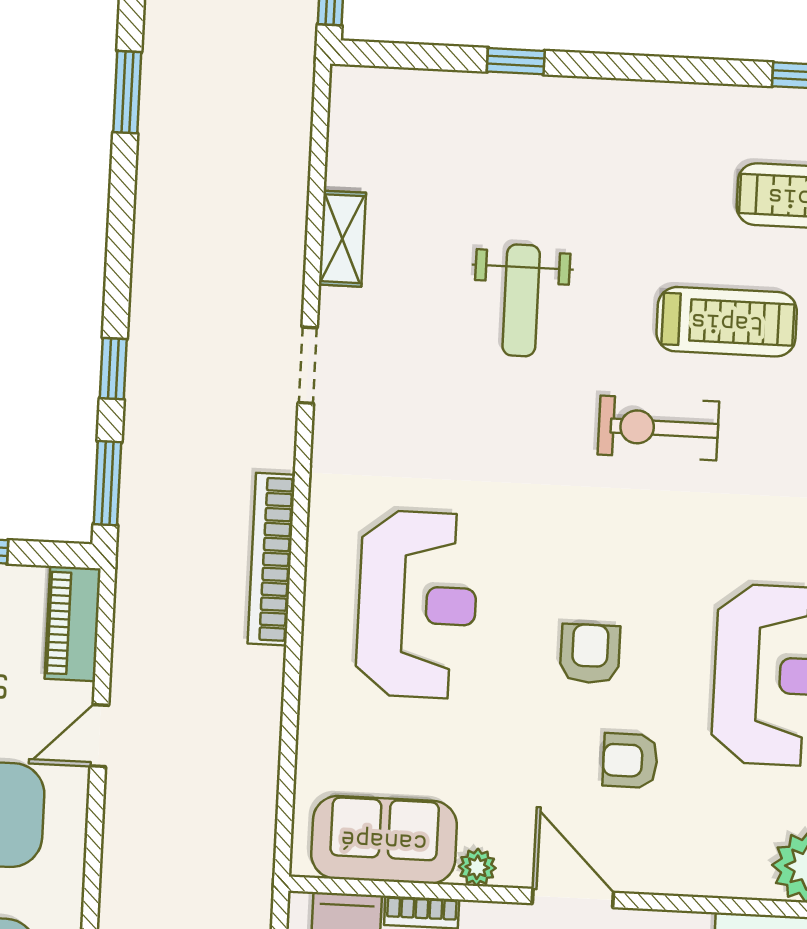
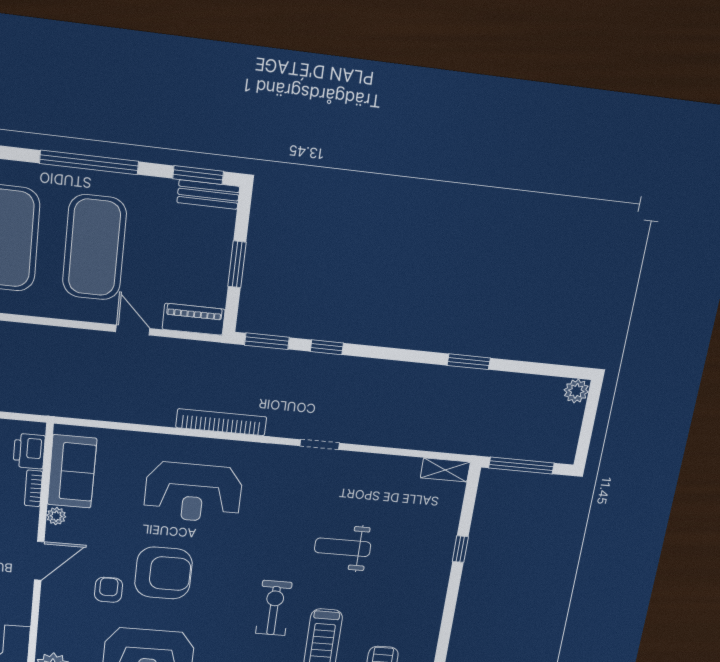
shelving: (342, 239) -> (445, 470), moved
armchair: (590, 654) -> (163, 573), width x1.88, depth x1.88

